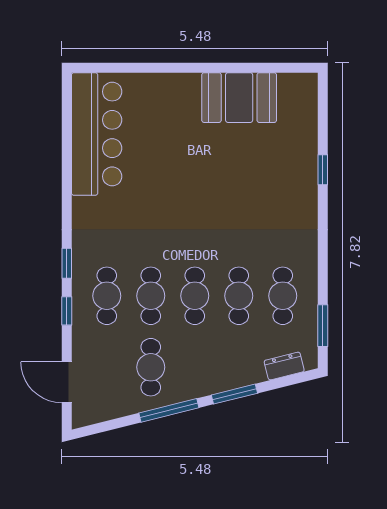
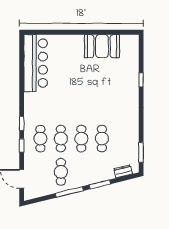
cafe table: (283, 296) -> (122, 139), removed

